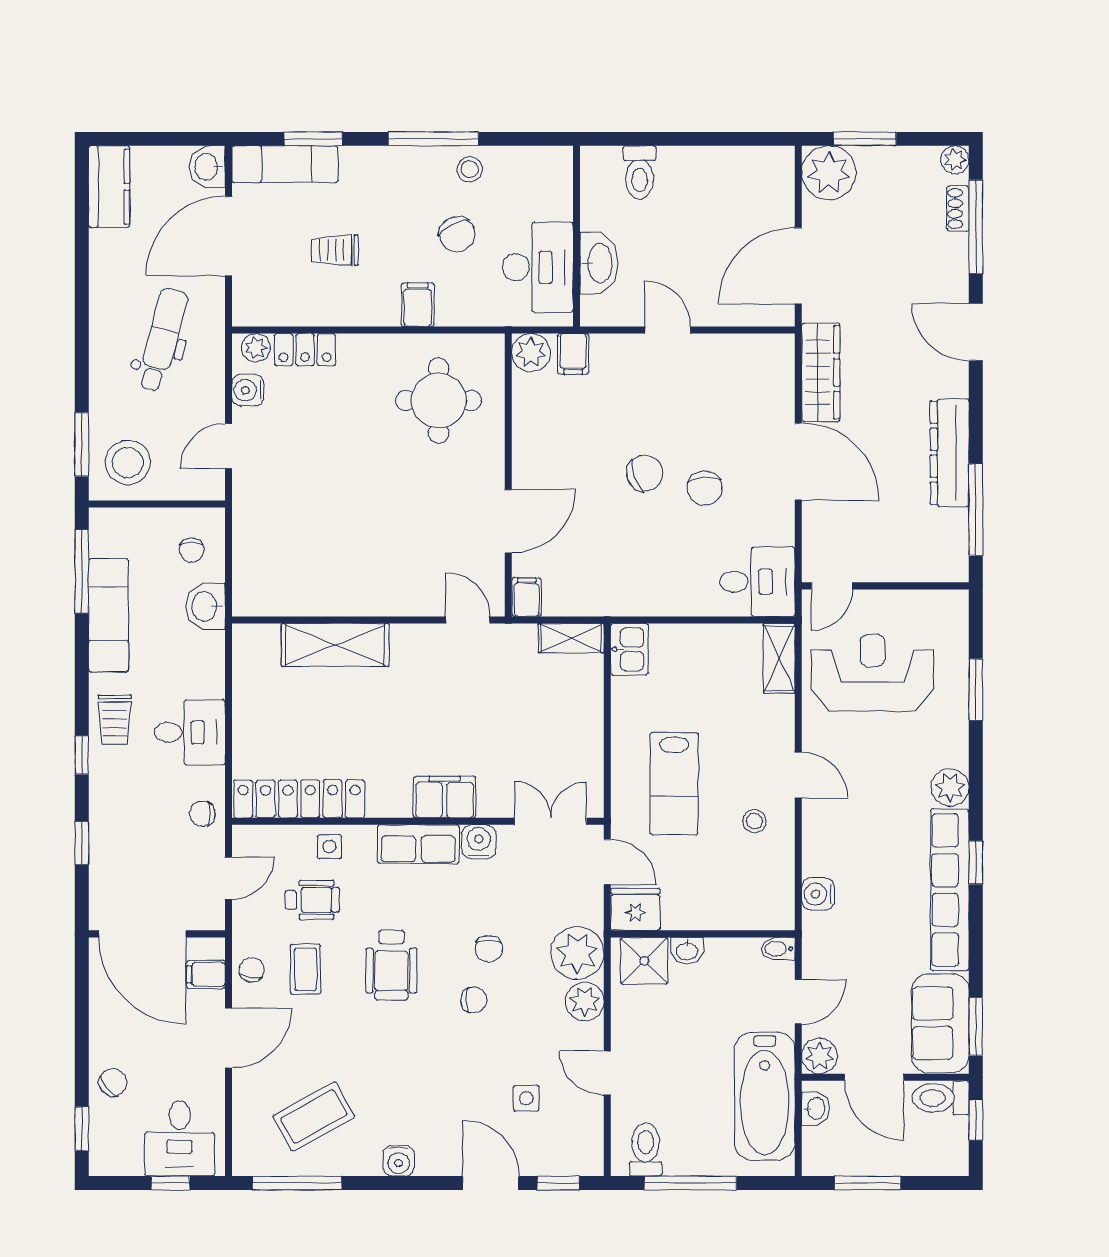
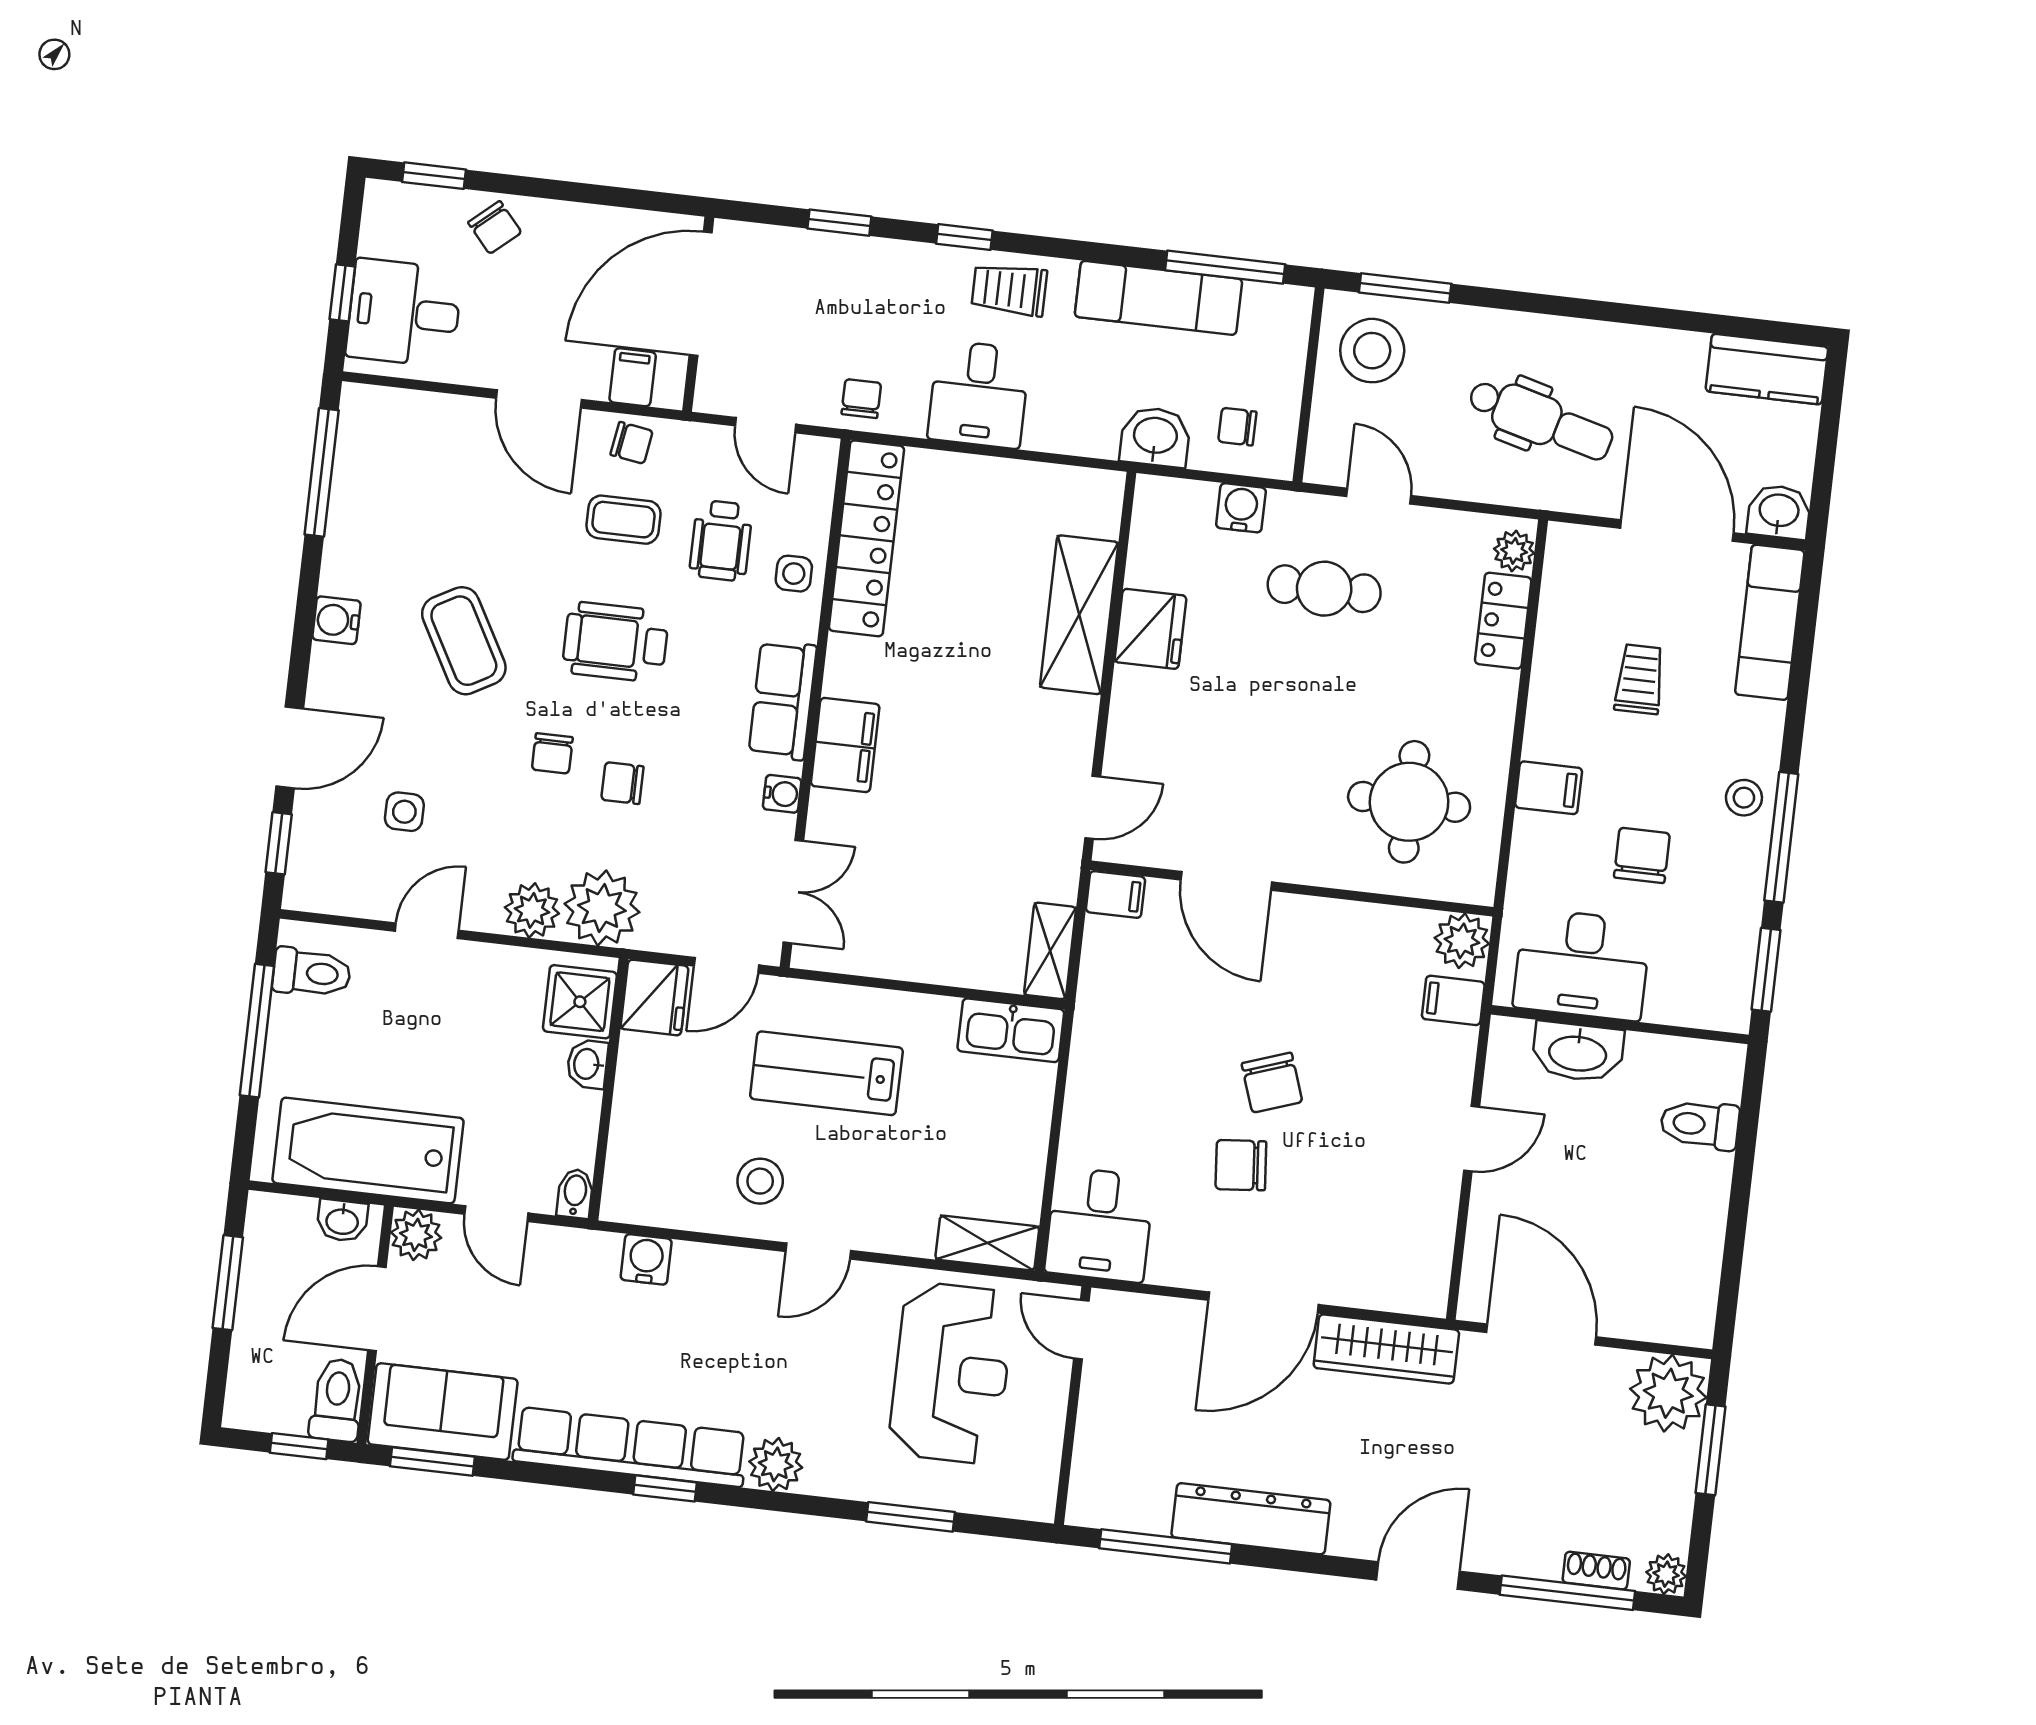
window: (313, 139) -> (1766, 970), moved
stool: (470, 169) -> (1744, 798), moved
chair: (457, 234) -> (1642, 855), turned 117
water cooler: (248, 390) -> (1241, 508), moved
cafe table: (297, 477) -> (1324, 589), added
fridge: (339, 594) -> (1150, 629), added
kitchen sink: (629, 649) -> (1011, 1030), width x1.38
stool: (754, 821) -> (760, 1181), width x1.37, depth x1.37
water cooler: (479, 842) -> (782, 794), width x0.72, depth x0.72
coffee table: (314, 1116) -> (464, 641), moved

